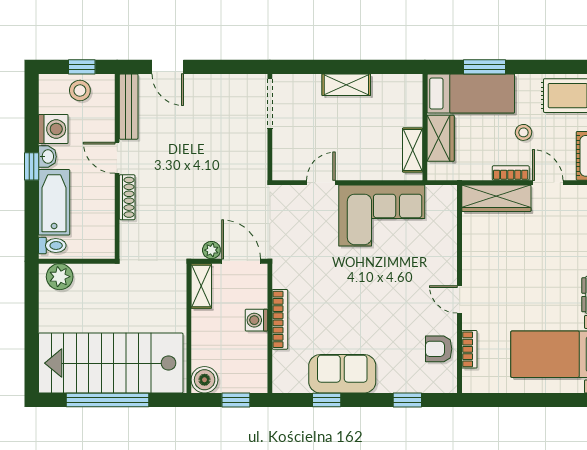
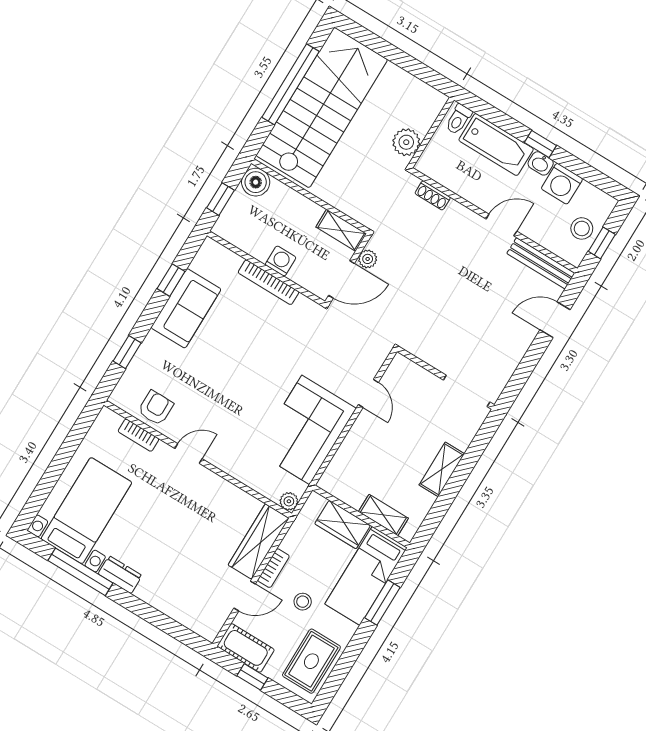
shelving: (413, 150) -> (383, 515), moved
plant: (448, 194) -> (289, 501), added
shoe rack: (127, 197) -> (433, 195), moved, width x0.70
plant: (60, 277) -> (406, 142), moved

